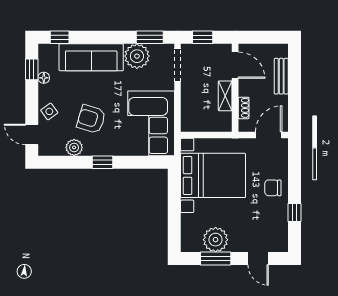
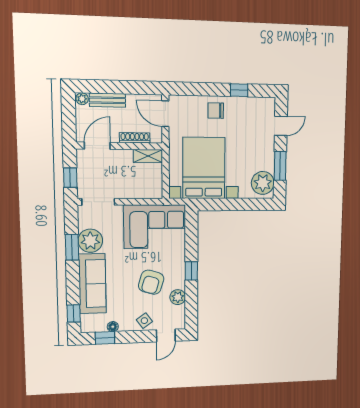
window: (150, 37) -> (72, 247), moved
plant: (282, 51) -> (82, 99), added
shelving: (225, 96) -> (148, 156), moved
shoe rack: (244, 108) -> (135, 138), width x1.43
chair: (273, 188) -> (216, 111), turned 90
plant: (216, 240) -> (263, 183), moved

